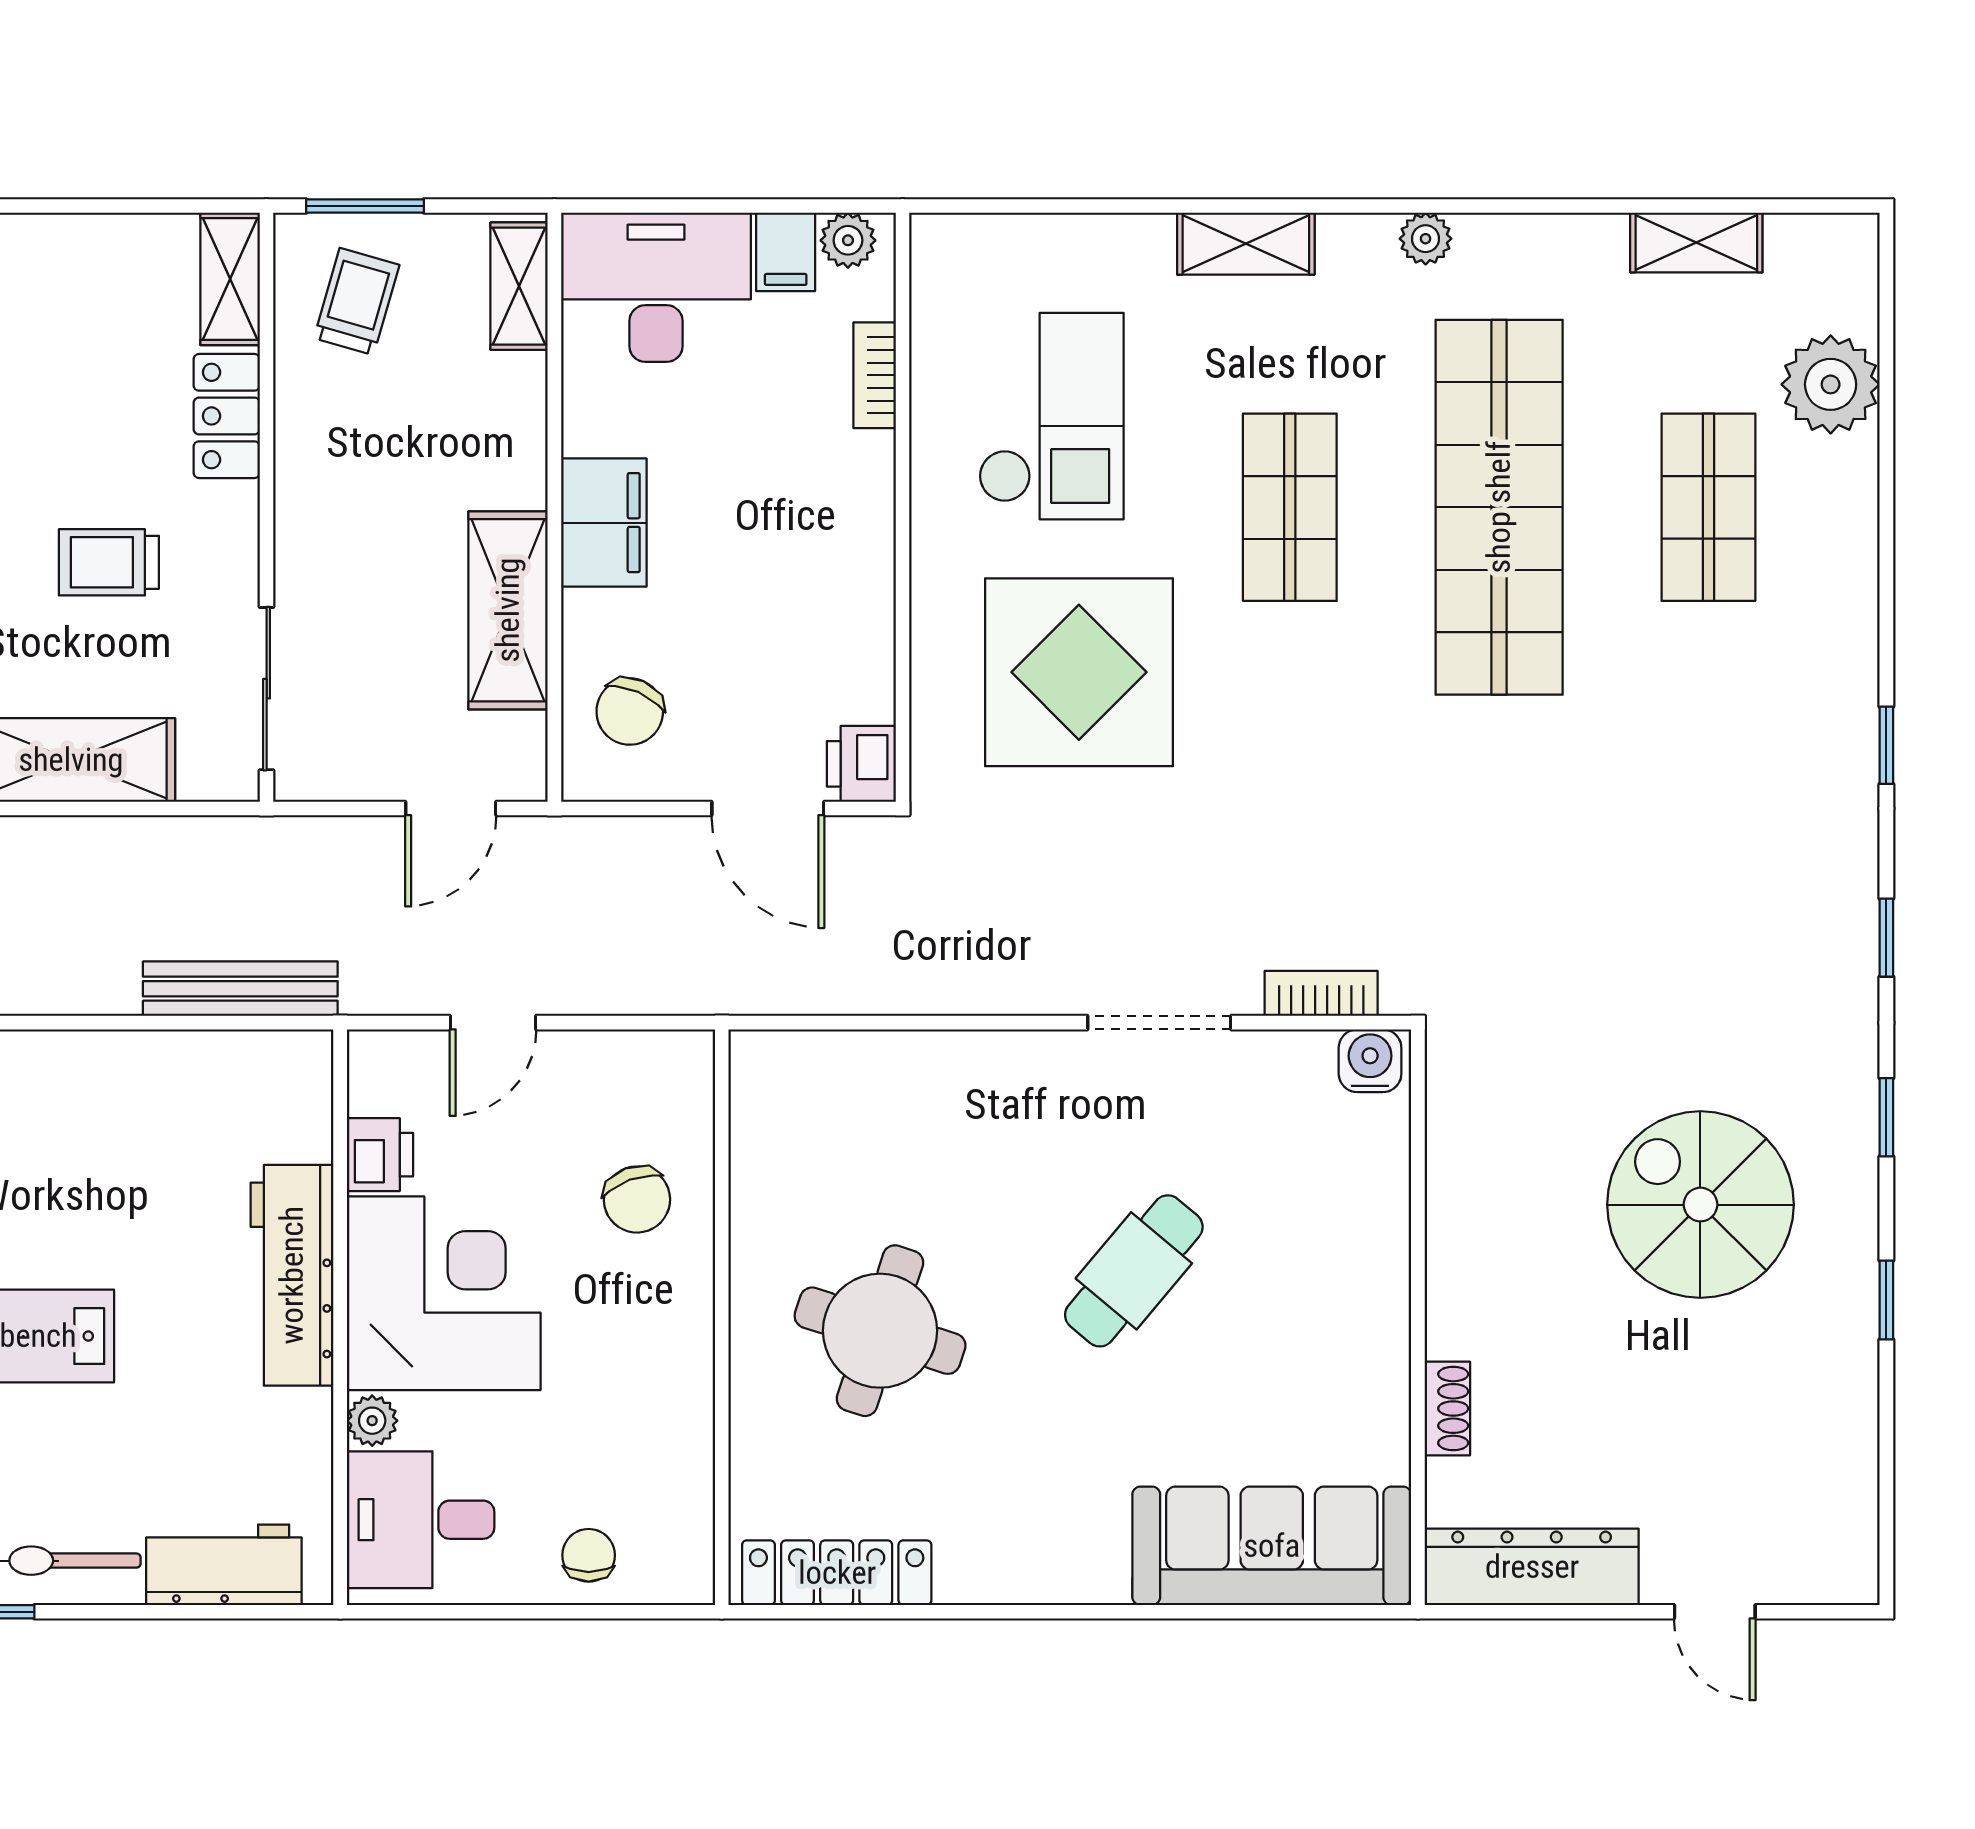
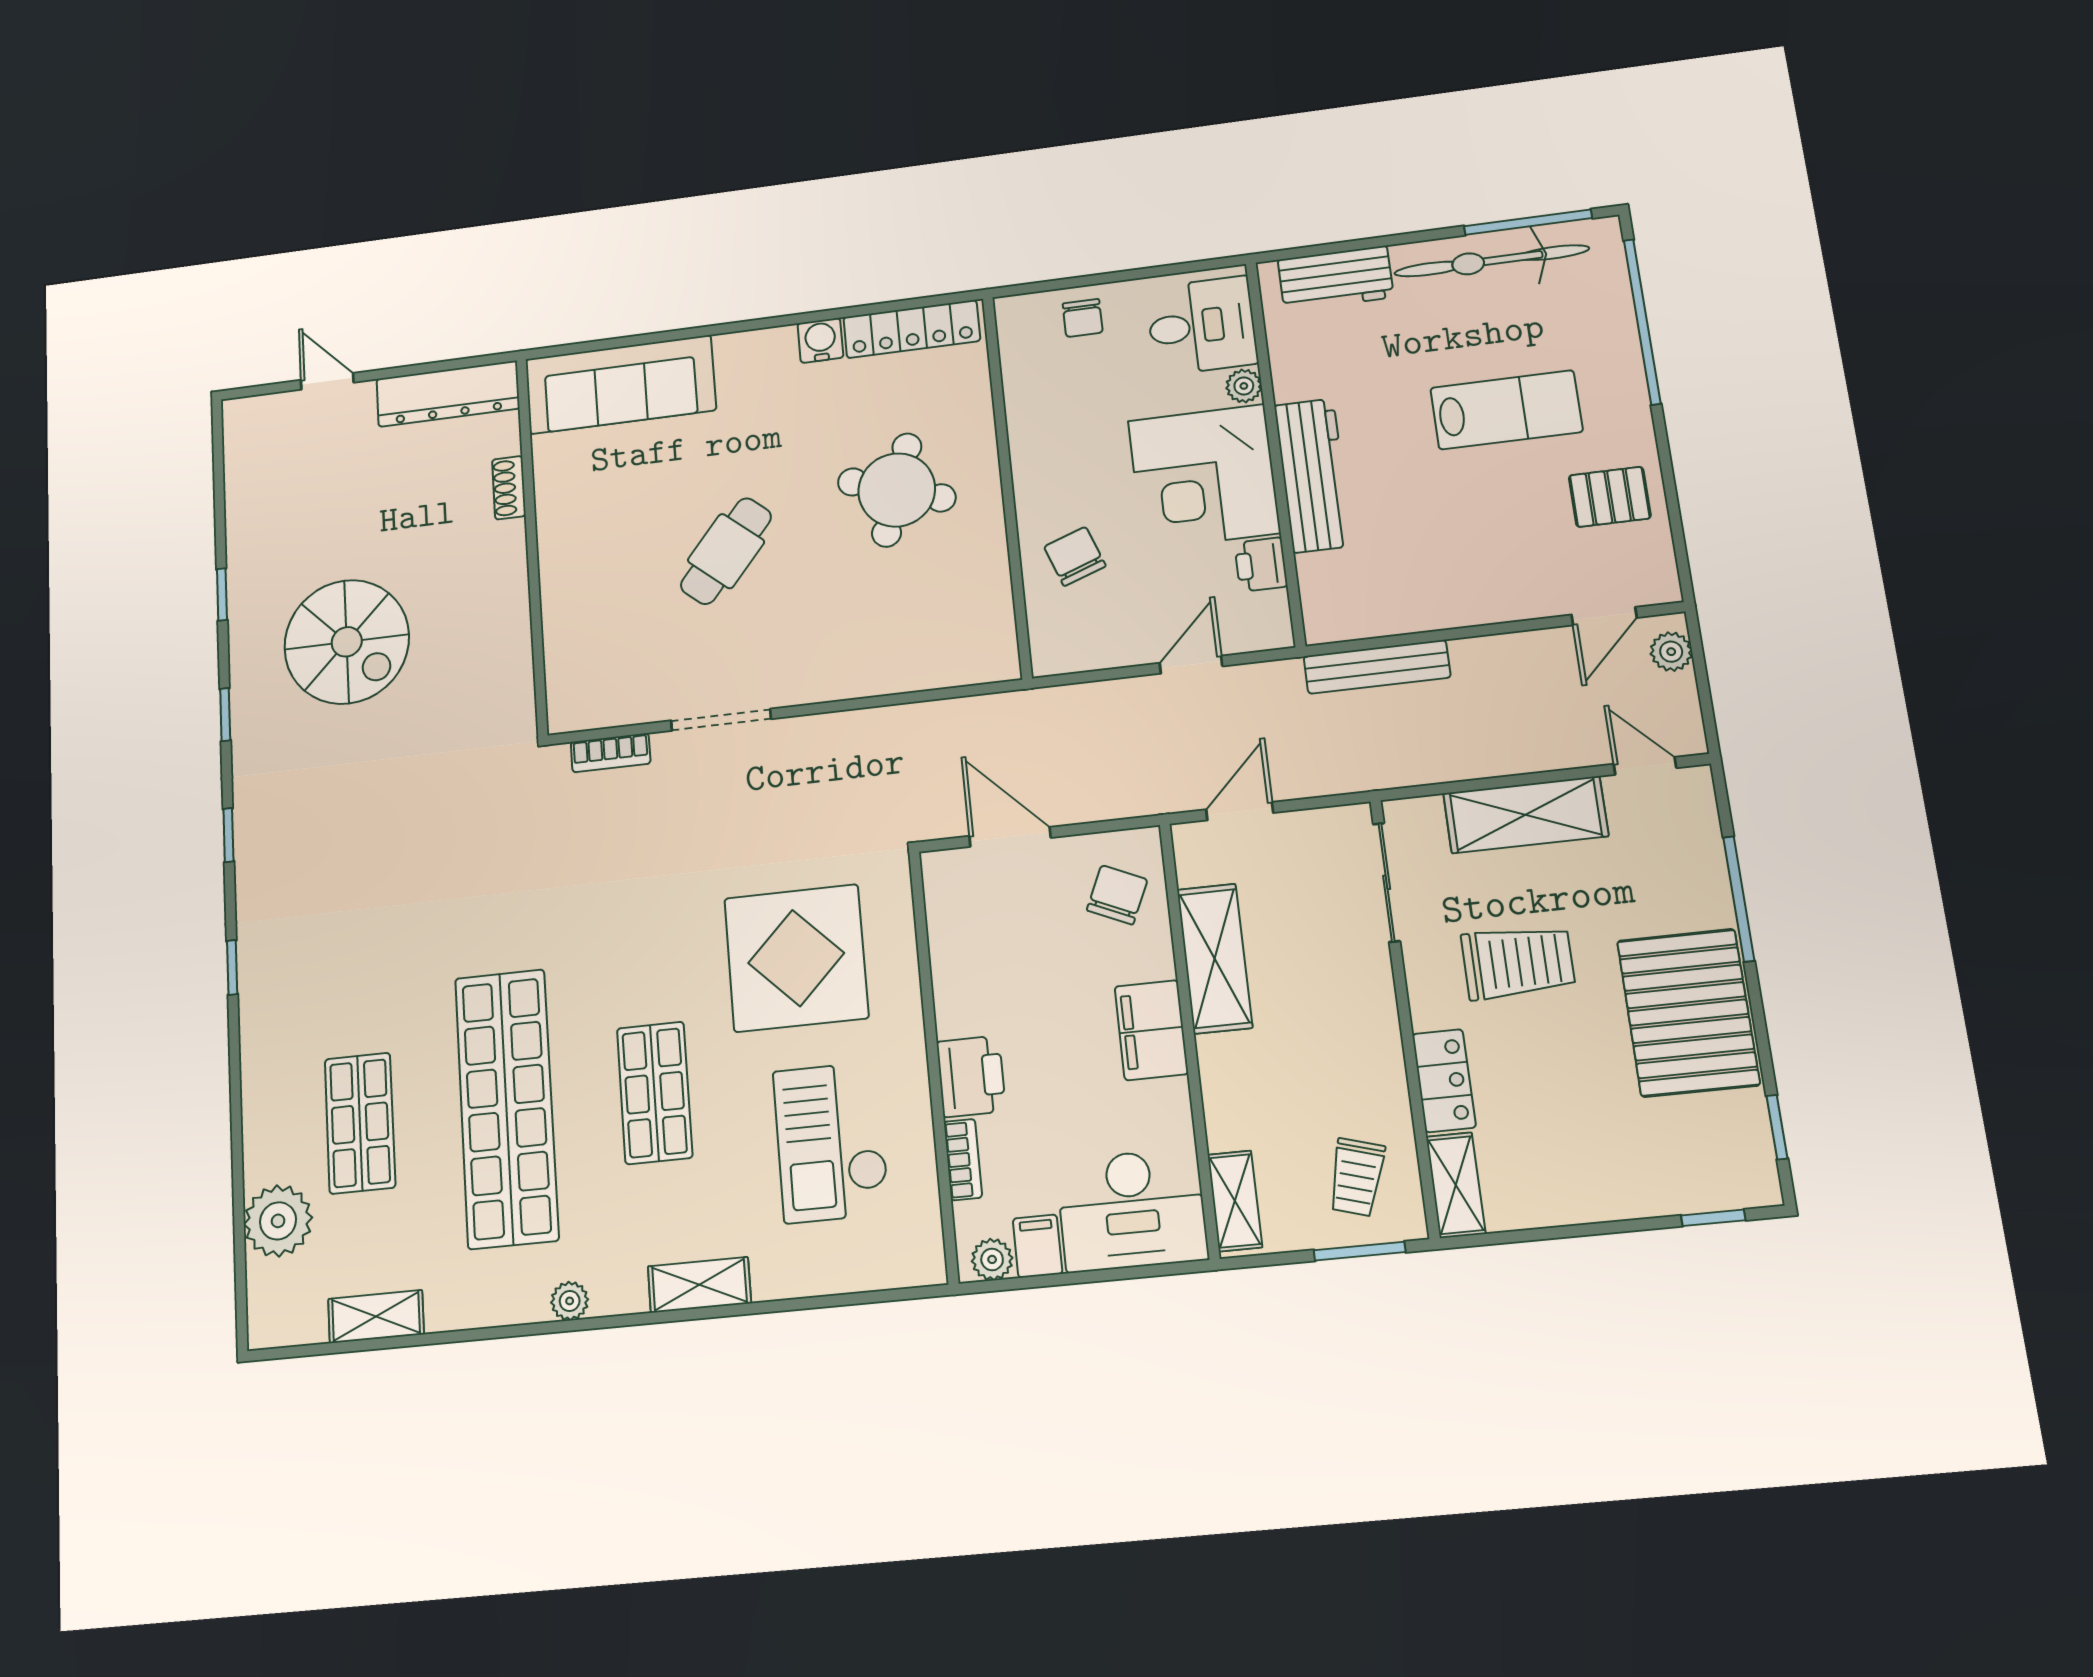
trolley: (109, 562) -> (1518, 962), width x1.36, depth x1.39
printer: (861, 764) -> (971, 1076), moved, width x1.36, depth x1.24
water cooler: (1370, 1061) -> (820, 340), moved, turned 180

